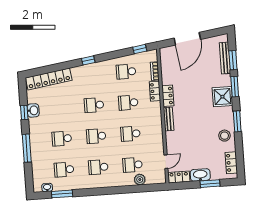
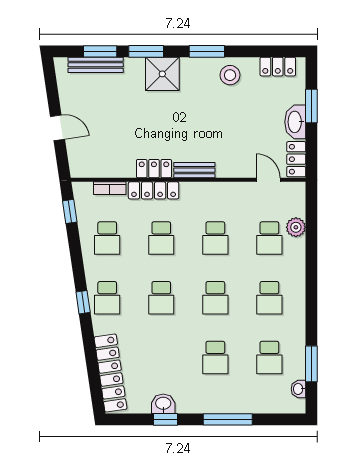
door: (187, 39) -> (57, 128), width x0.53
school desk: (92, 74) -> (107, 298), added
locker: (155, 91) -> (154, 190), width x1.53

